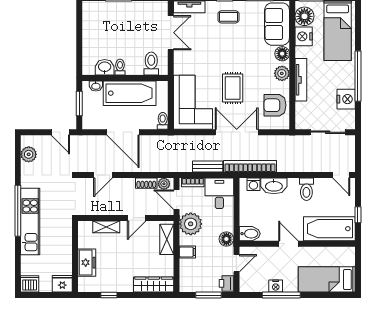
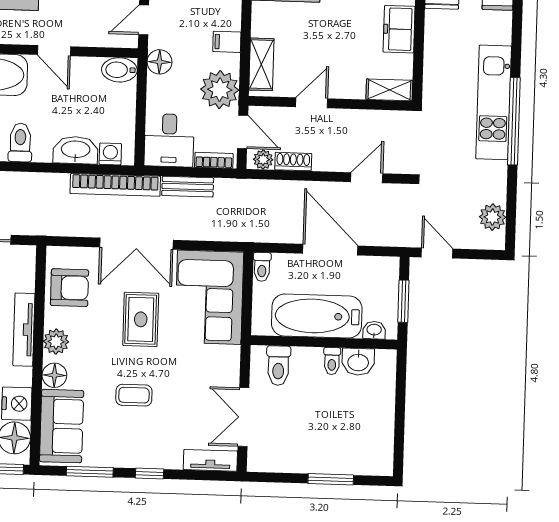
coffee table: (228, 17) -> (134, 395), moved
shelving: (106, 227) -> (389, 90), moved

